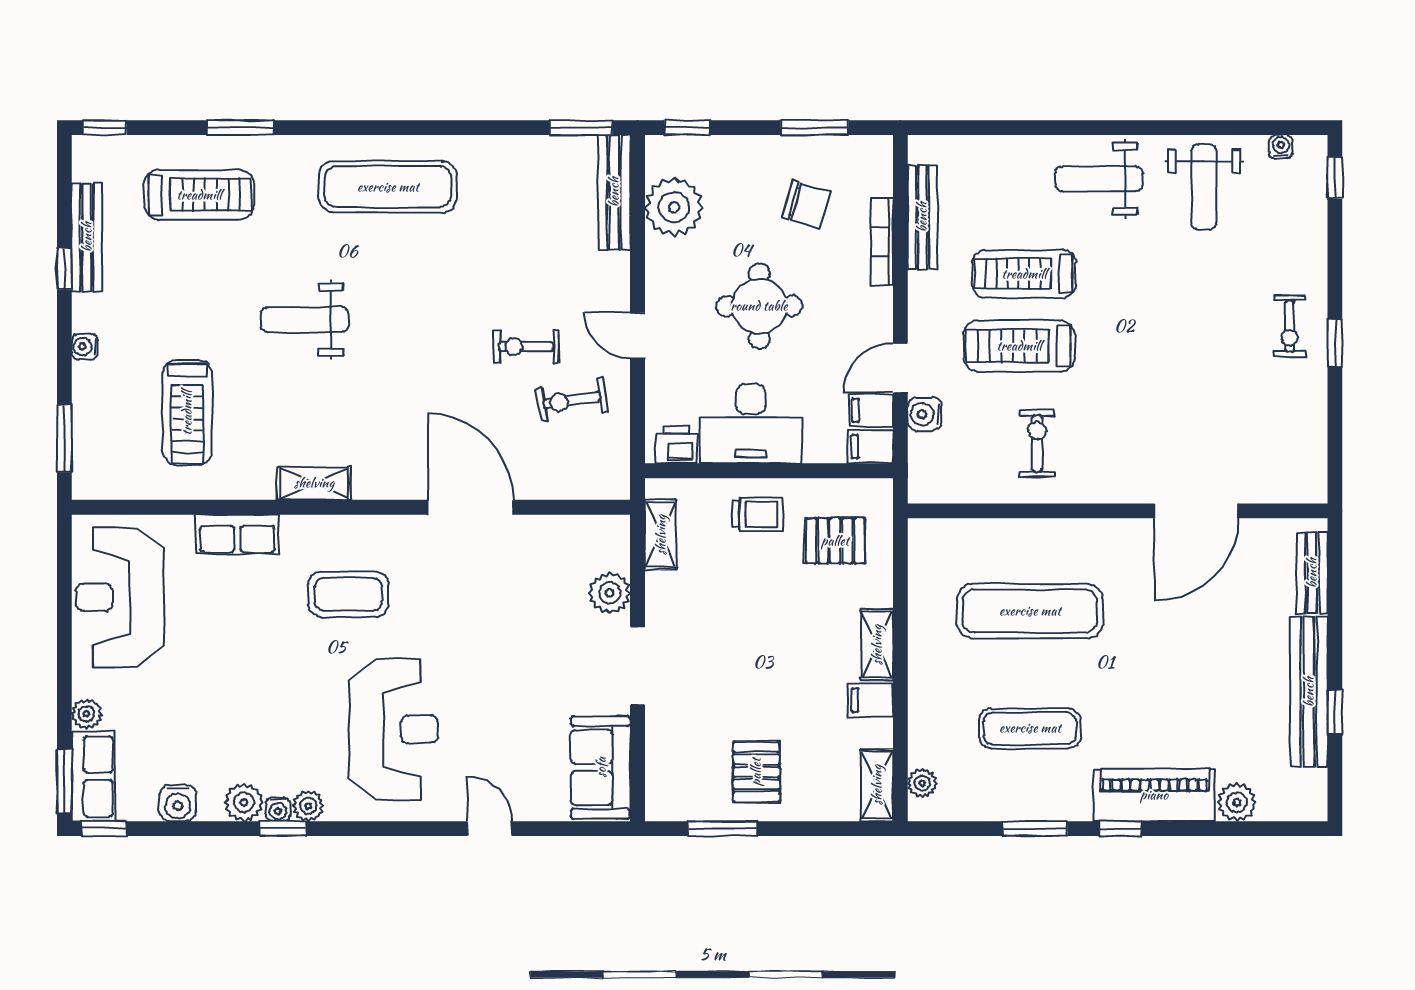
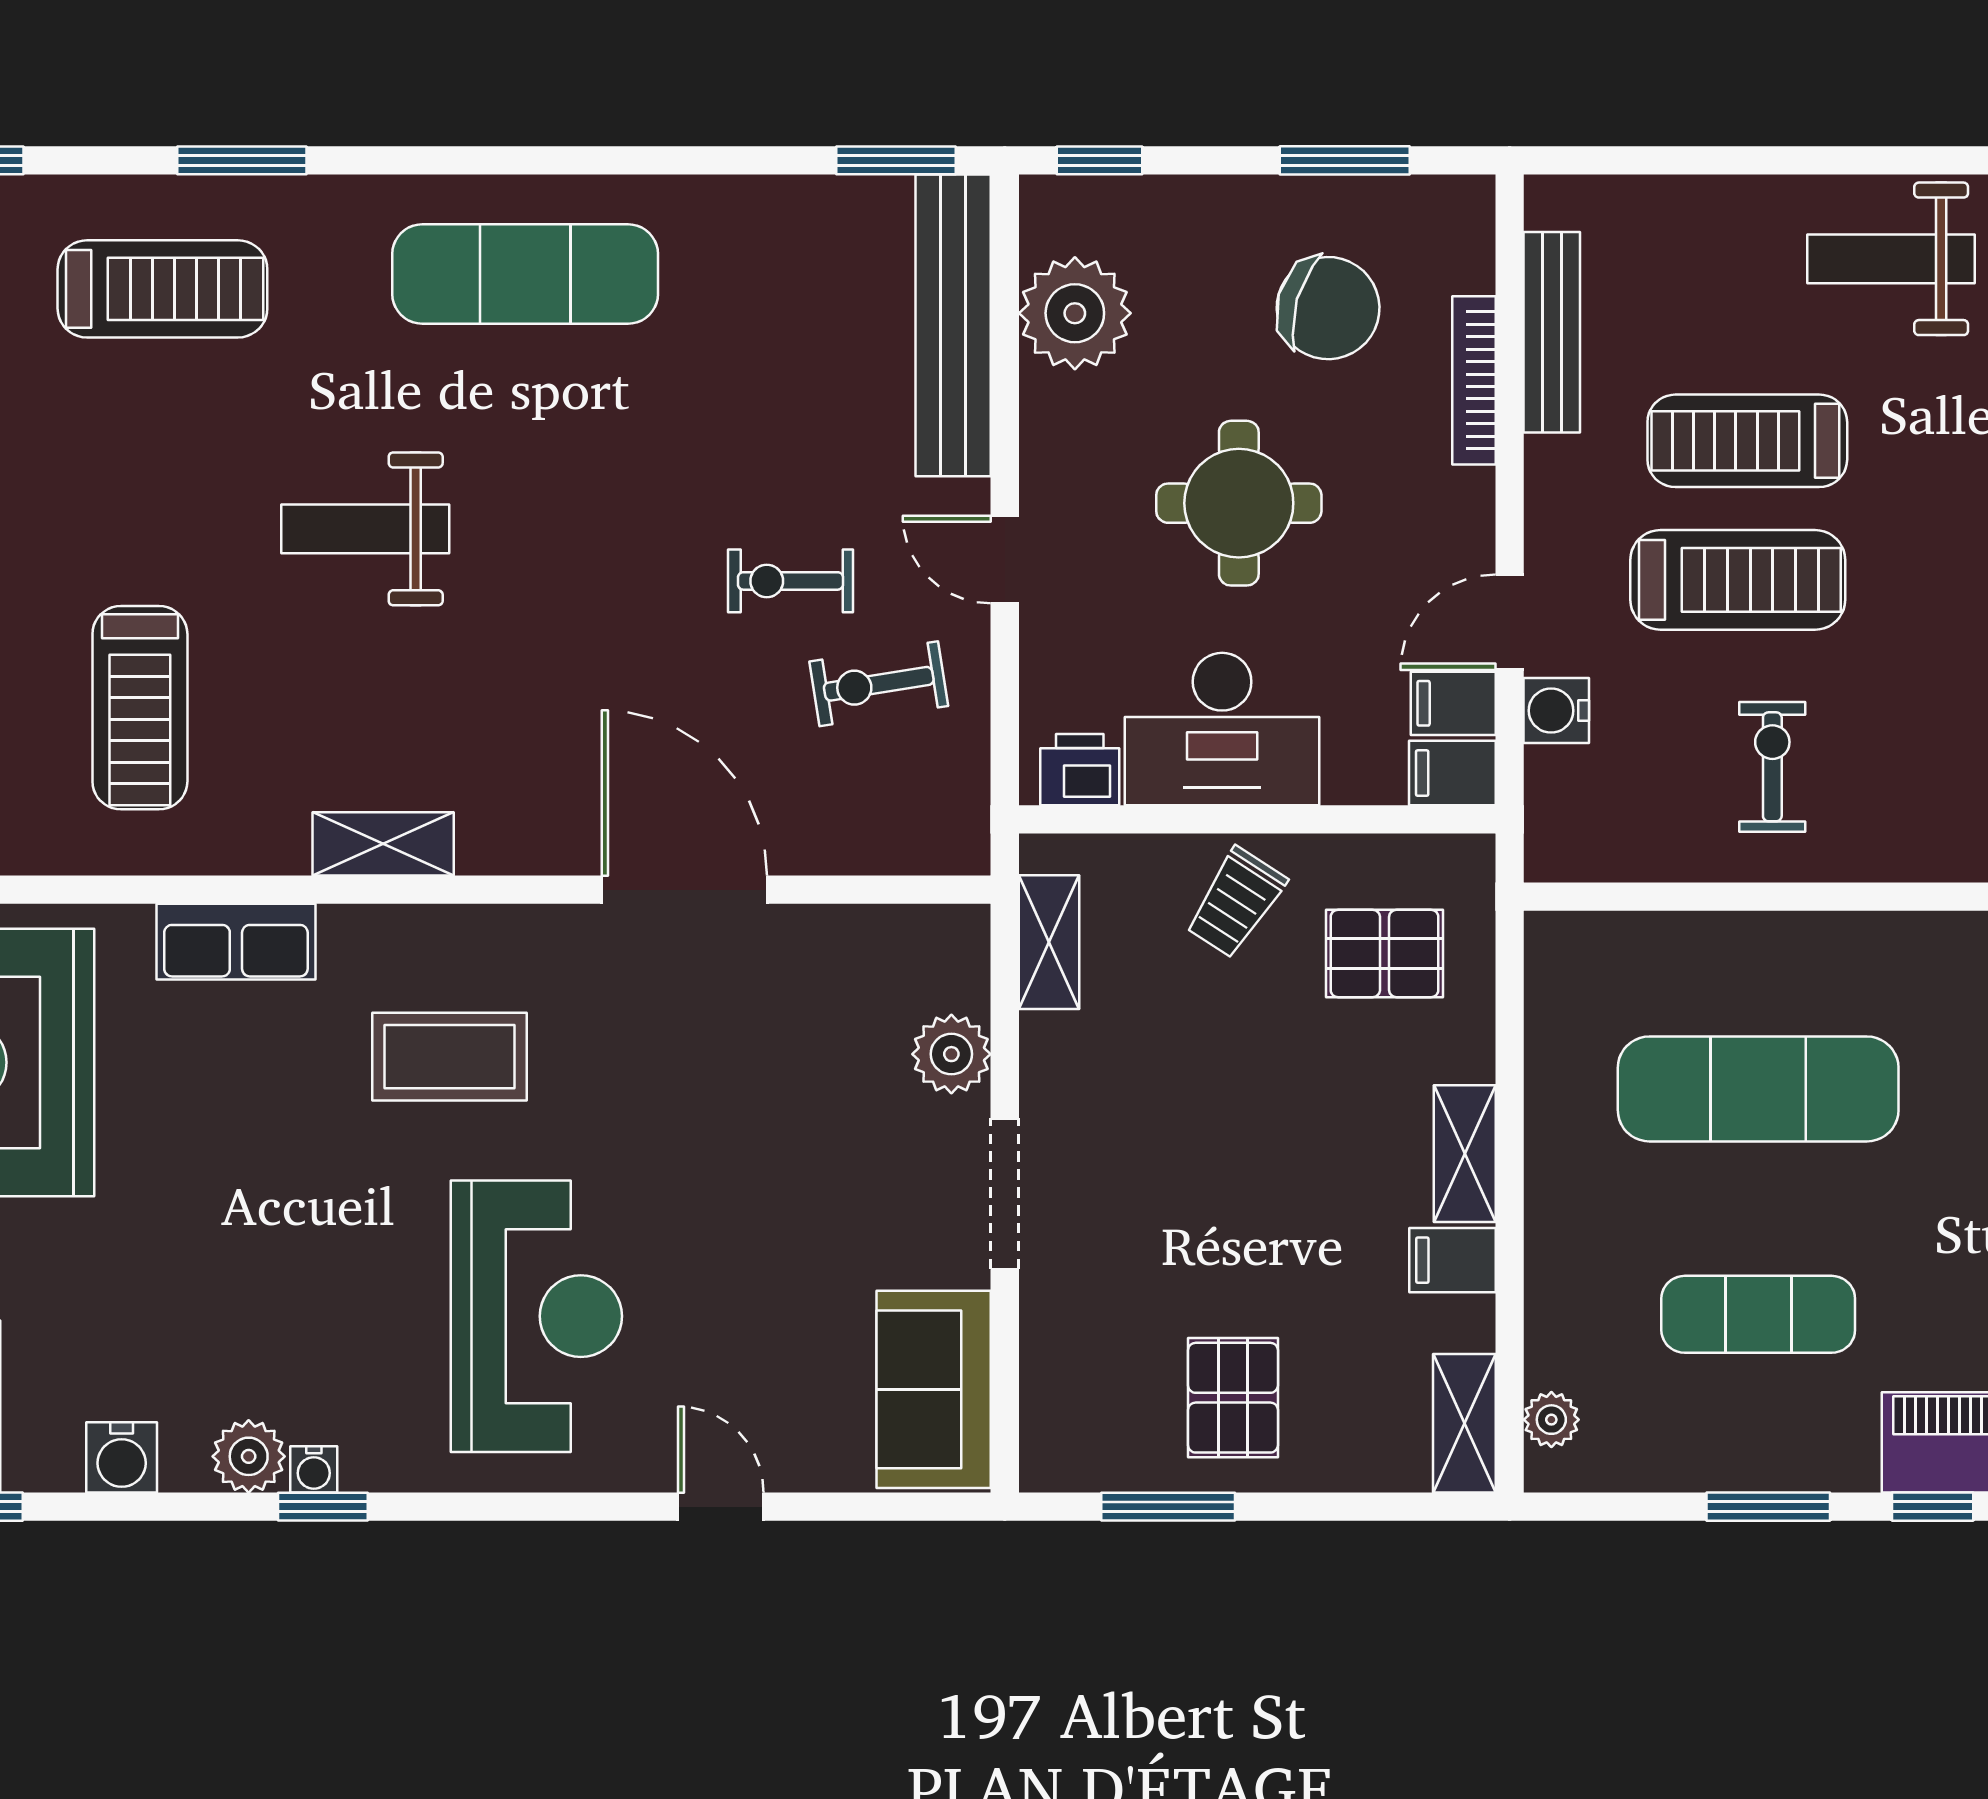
bench: (614, 192) -> (953, 325), width x1.37, depth x1.21
chair: (806, 205) -> (1328, 308), width x1.37, depth x1.37
treadmill: (1019, 346) -> (1738, 580), turned 180
trolley: (758, 514) -> (1236, 903), turned 123
plant: (308, 806) -> (372, 1463), removed

